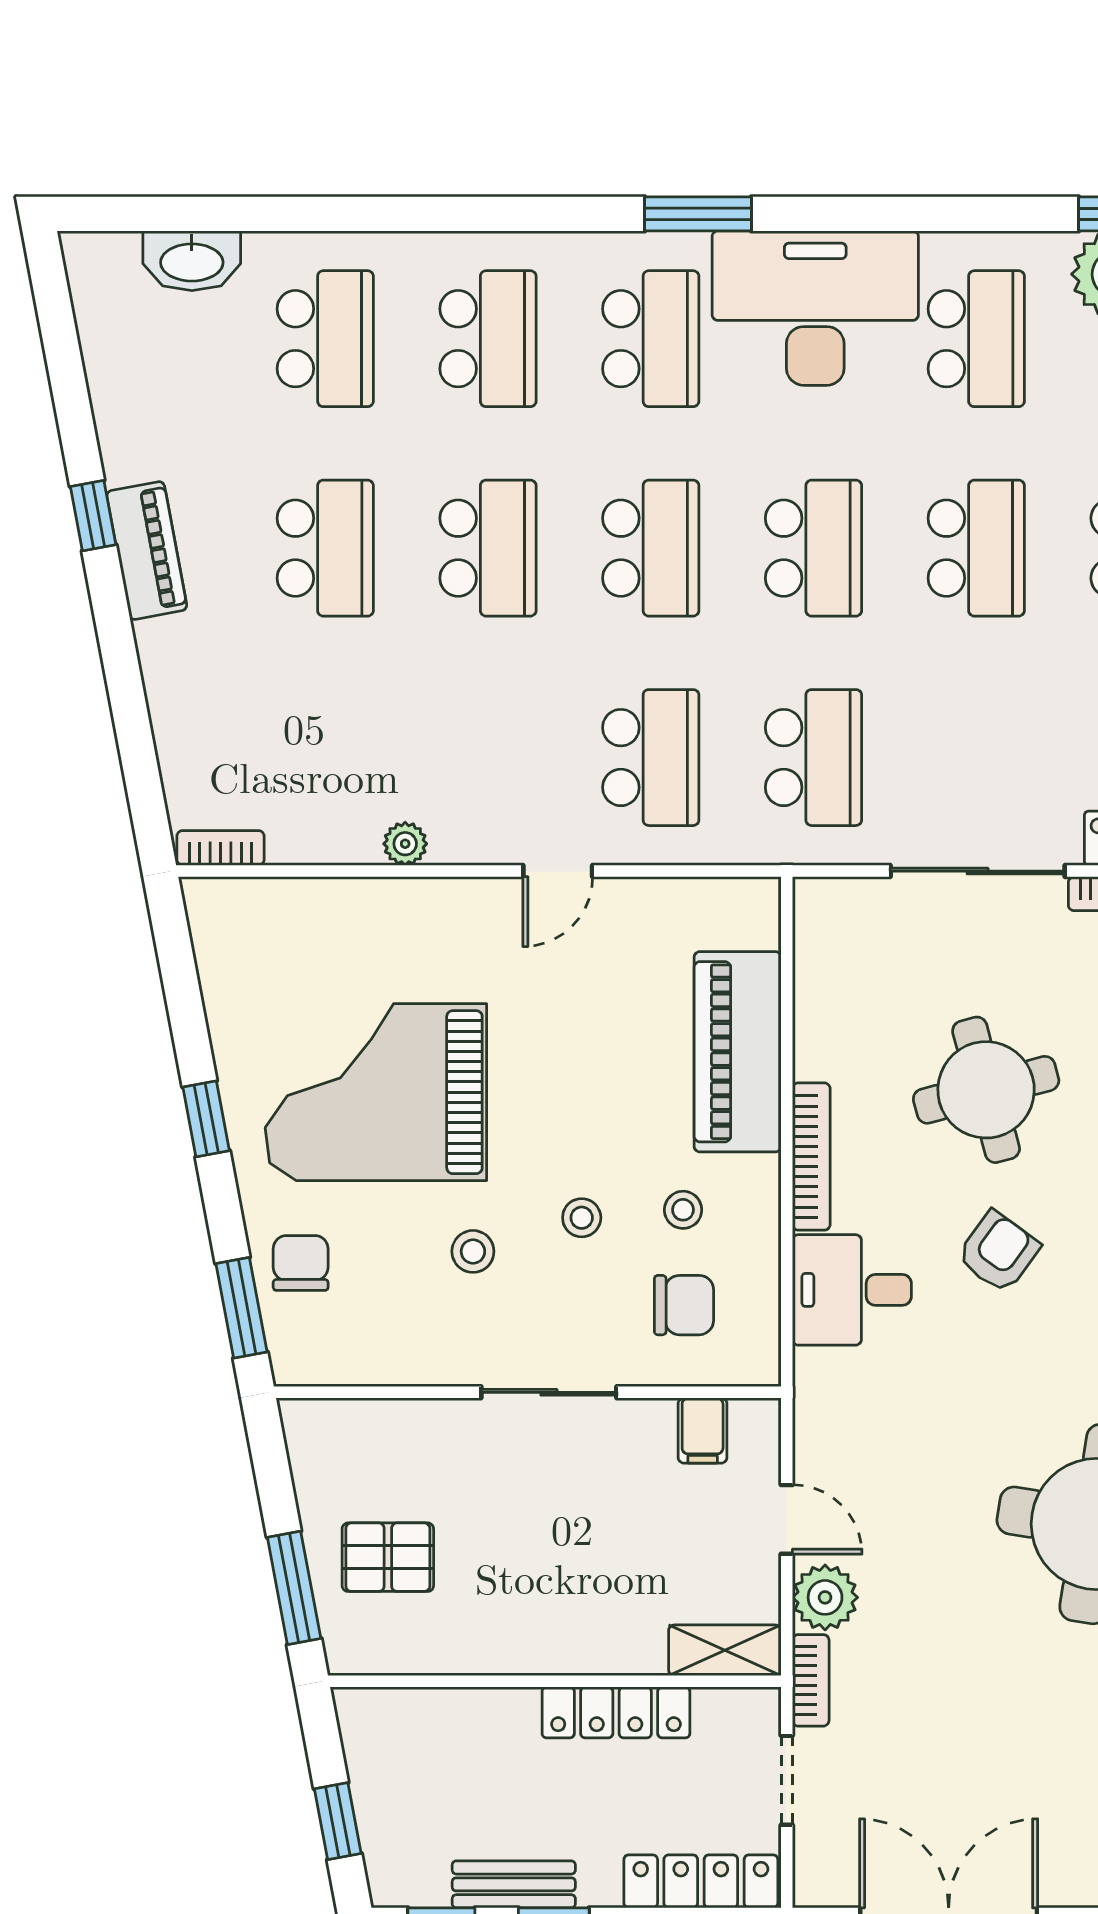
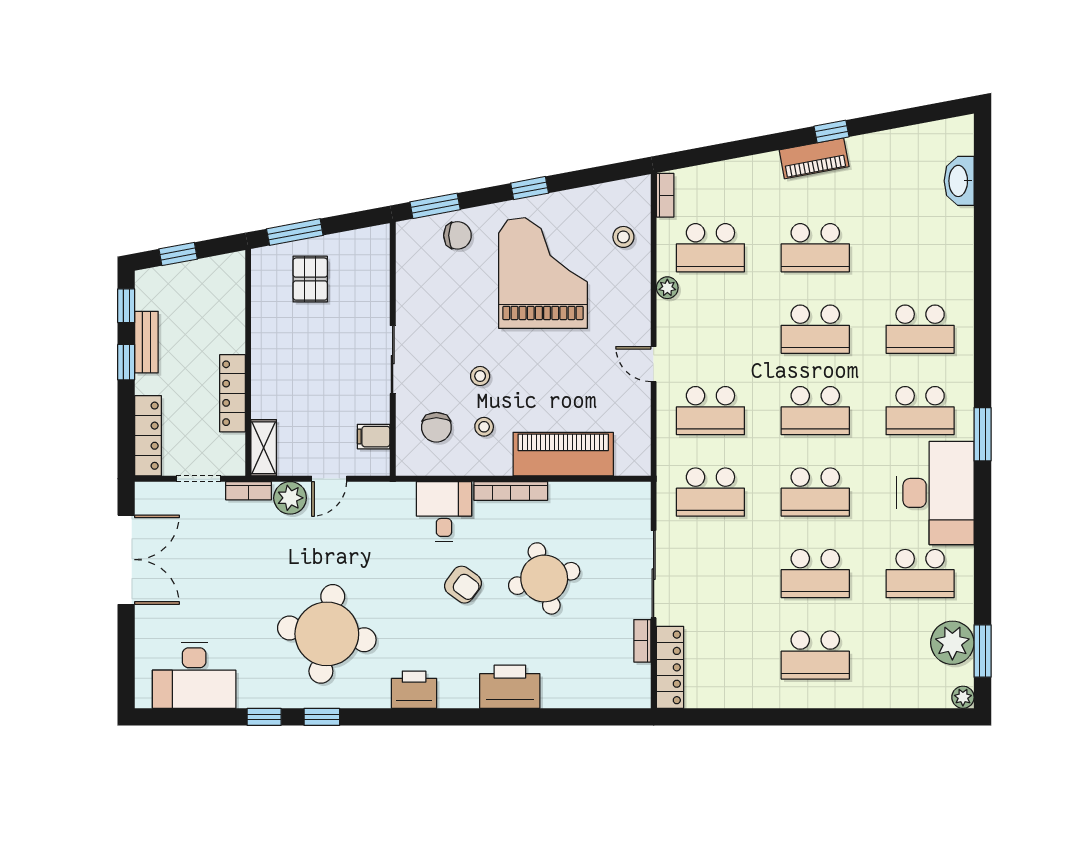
school desk: (325, 339) -> (710, 248), moved
stool: (473, 1251) -> (623, 237), moved

